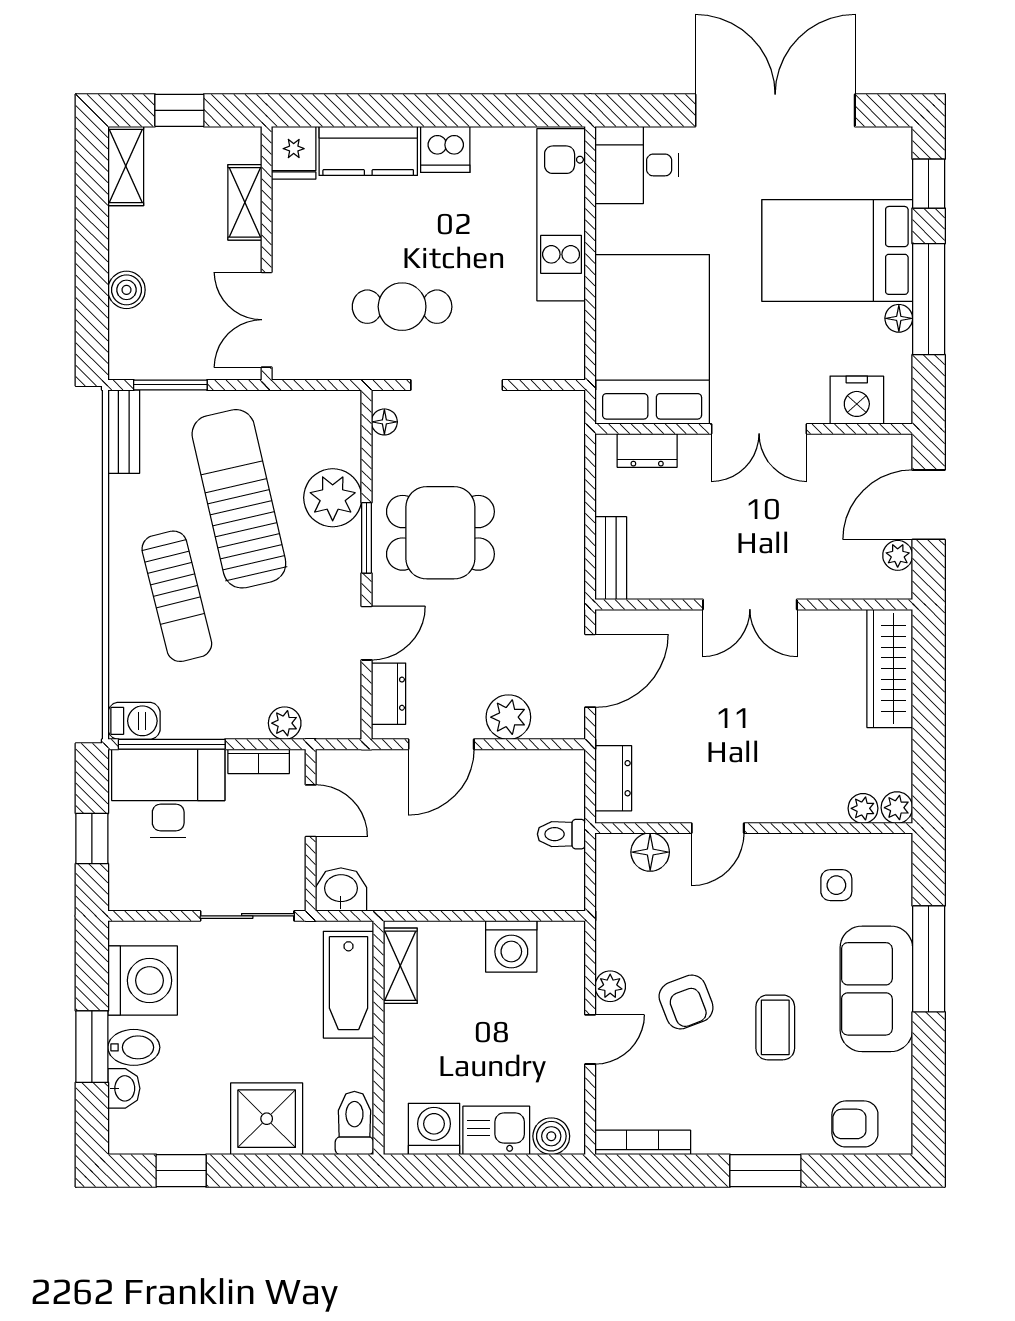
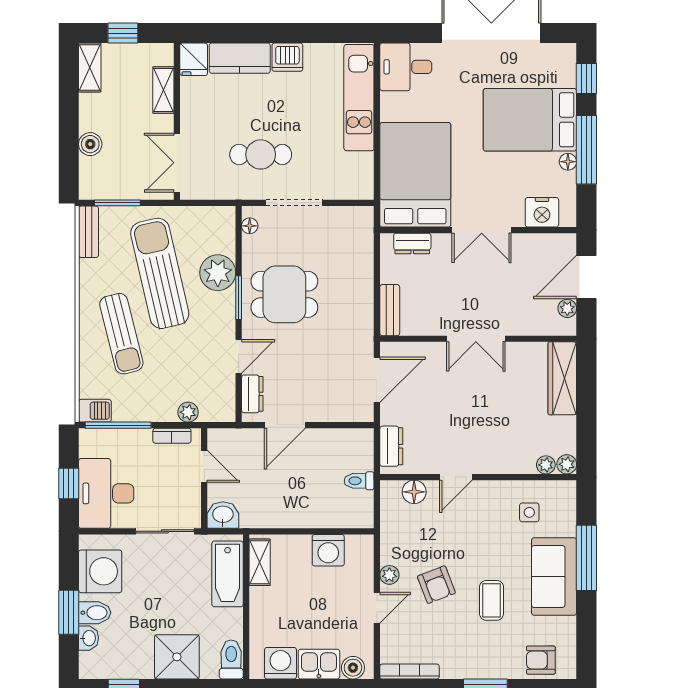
plant: (508, 717) -> (326, 408), removed
desk: (168, 793) -> (106, 493), moved, turned -90

